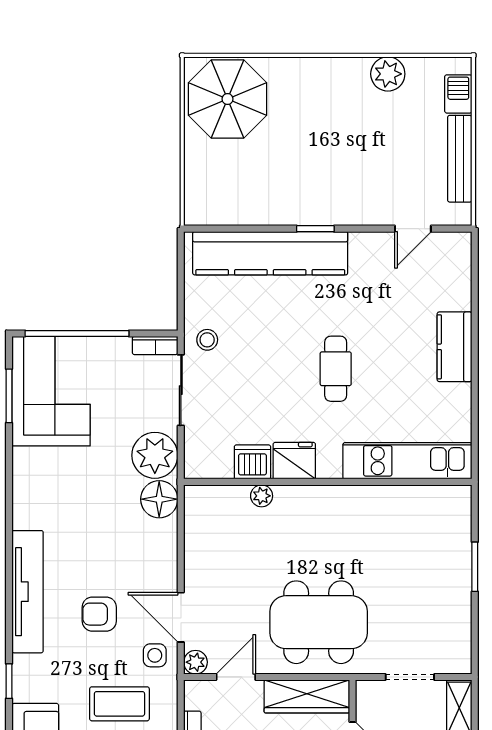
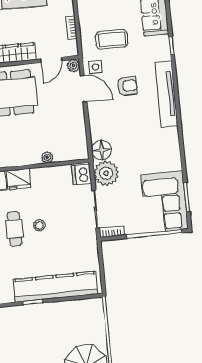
stool: (207, 340) -> (40, 225), moved
fridge: (294, 461) -> (18, 179), moved
dishwasher: (252, 462) -> (82, 175), moved, turned 90

